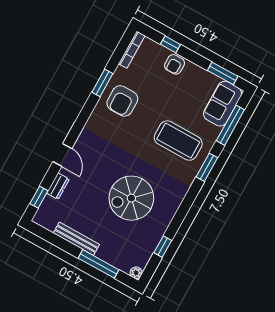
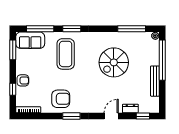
window: (102, 83) -> (71, 116), moved
spiral stairs: (131, 198) -> (114, 62), turned 90
window: (163, 247) -> (132, 29), width x2.17
window: (99, 264) -> (162, 60), width x1.46

